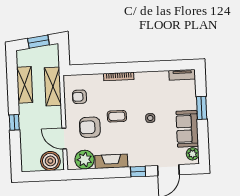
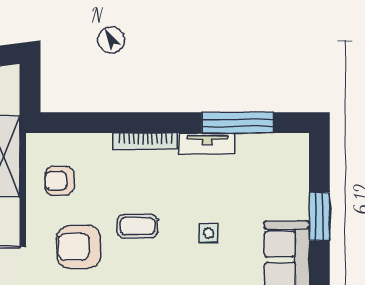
window: (162, 66) -> (238, 123), added
tv unit: (182, 75) -> (207, 144), moved

